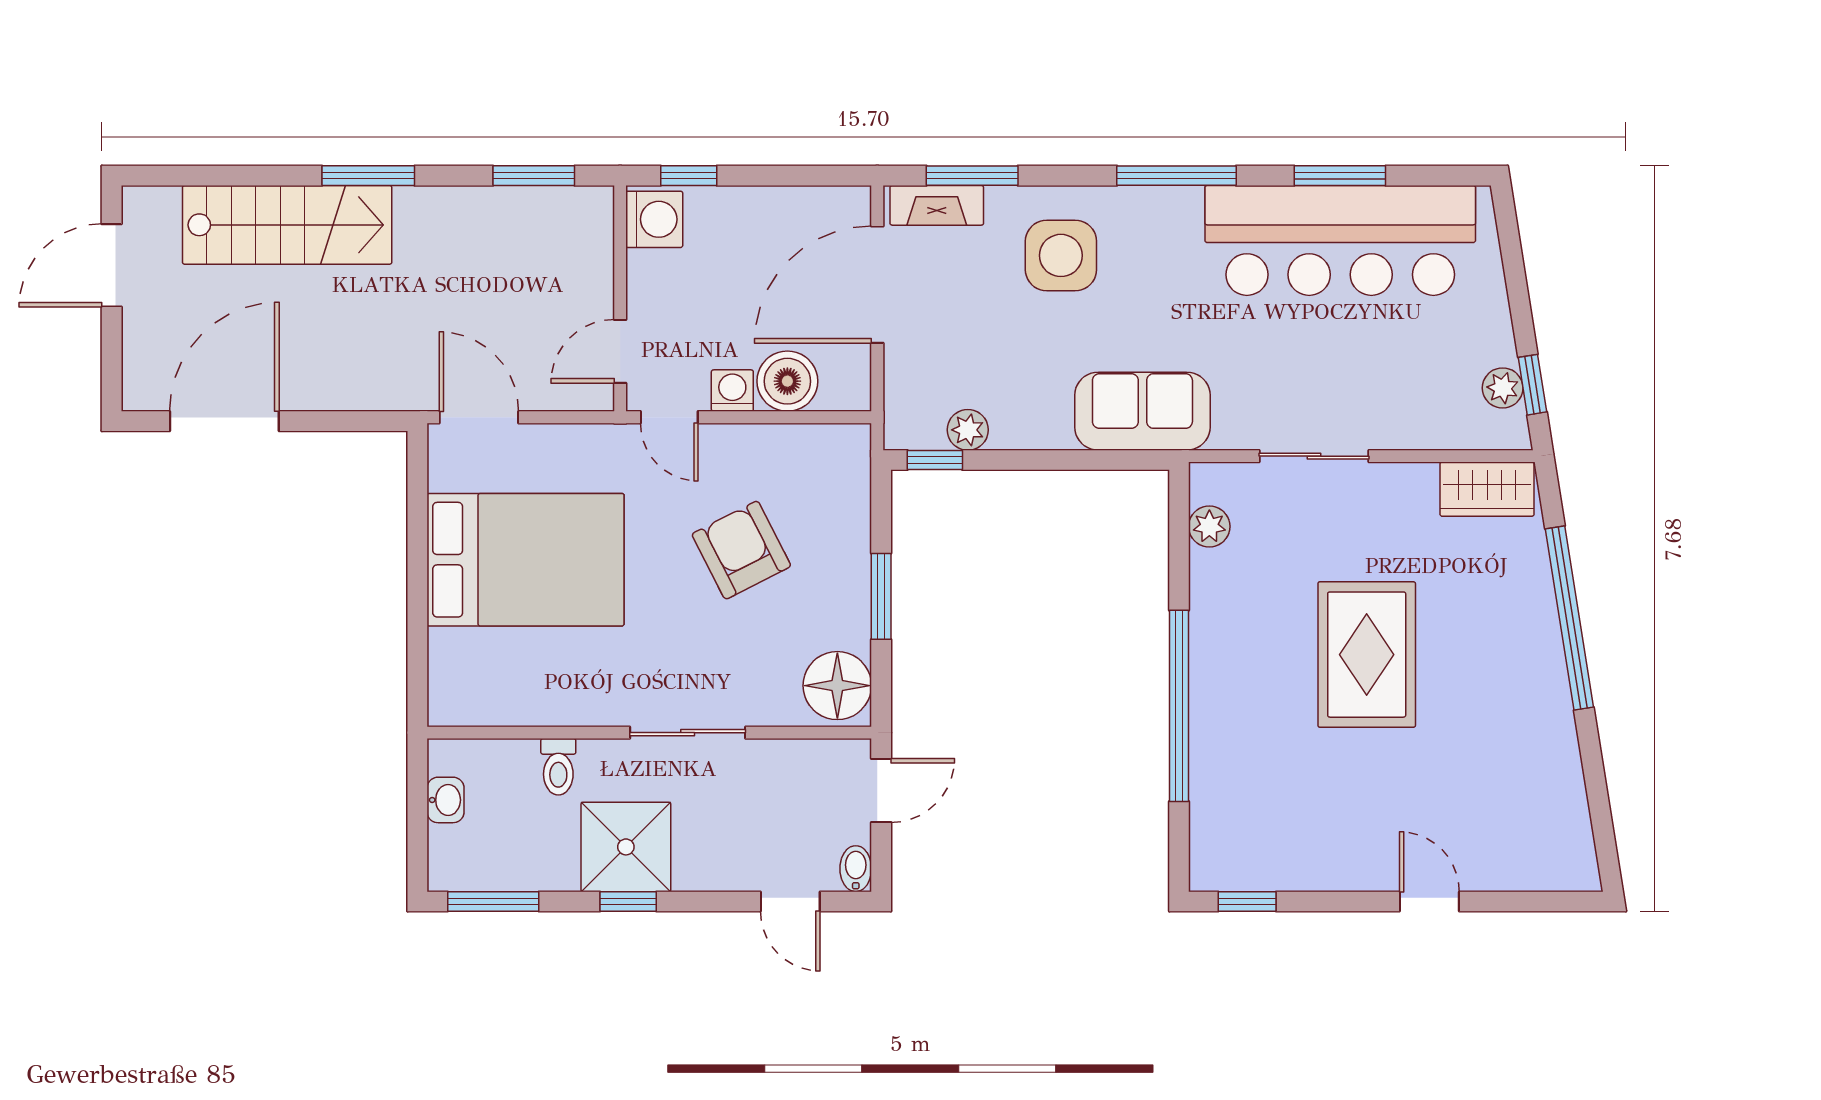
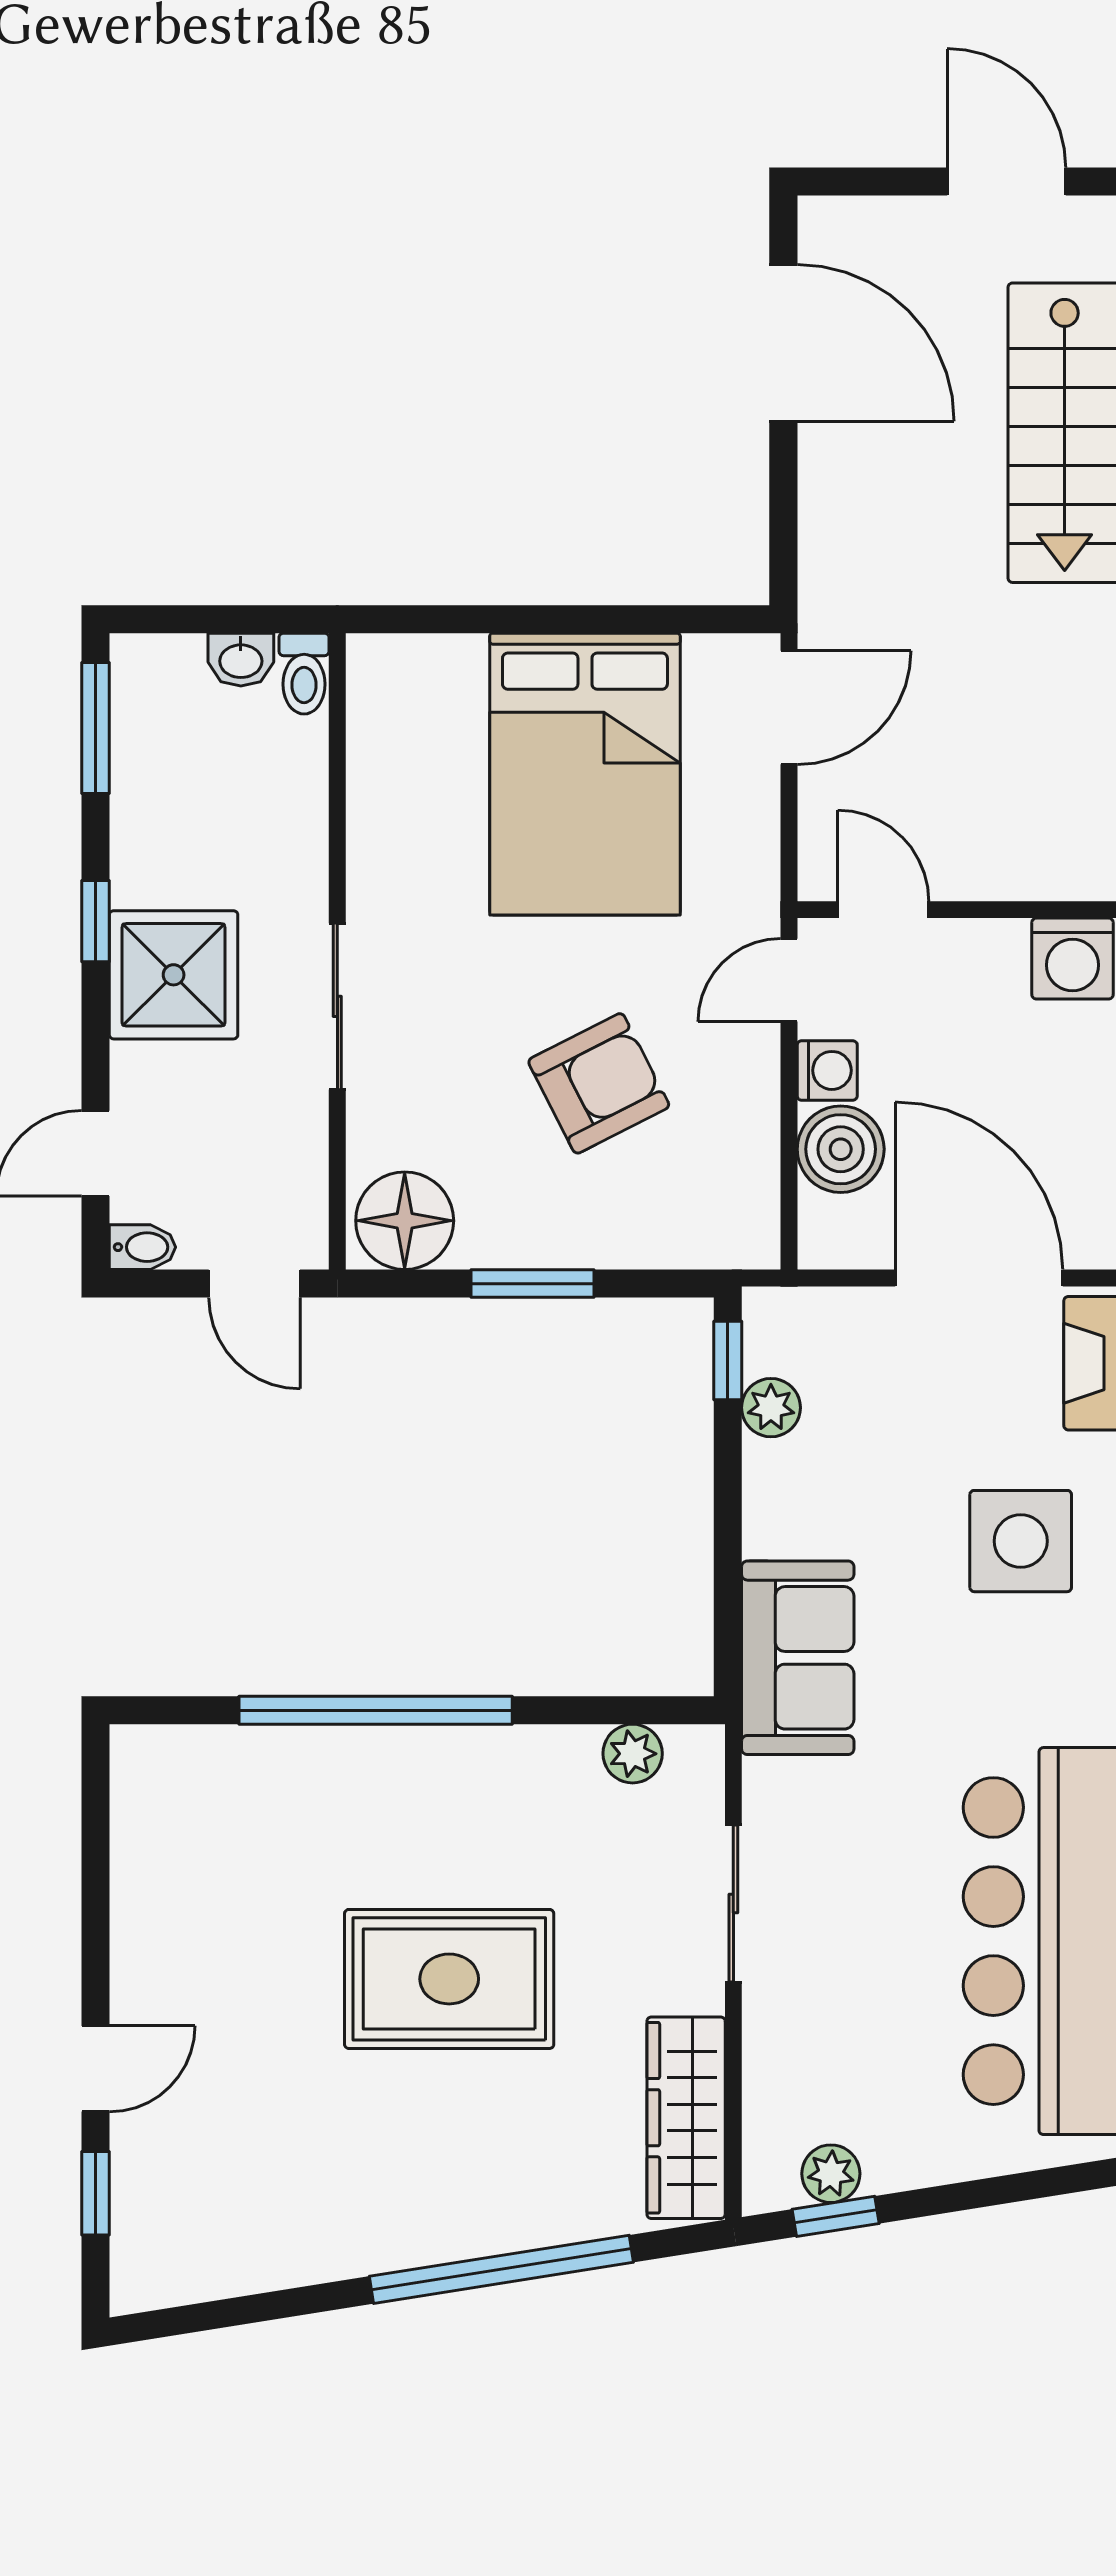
wardrobe: (1487, 489) -> (686, 2118), width x1.50
toilet: (558, 767) -> (304, 674), moved, turned -90
shower: (626, 847) -> (174, 975), moved
window: (1247, 901) -> (95, 2193), moved

